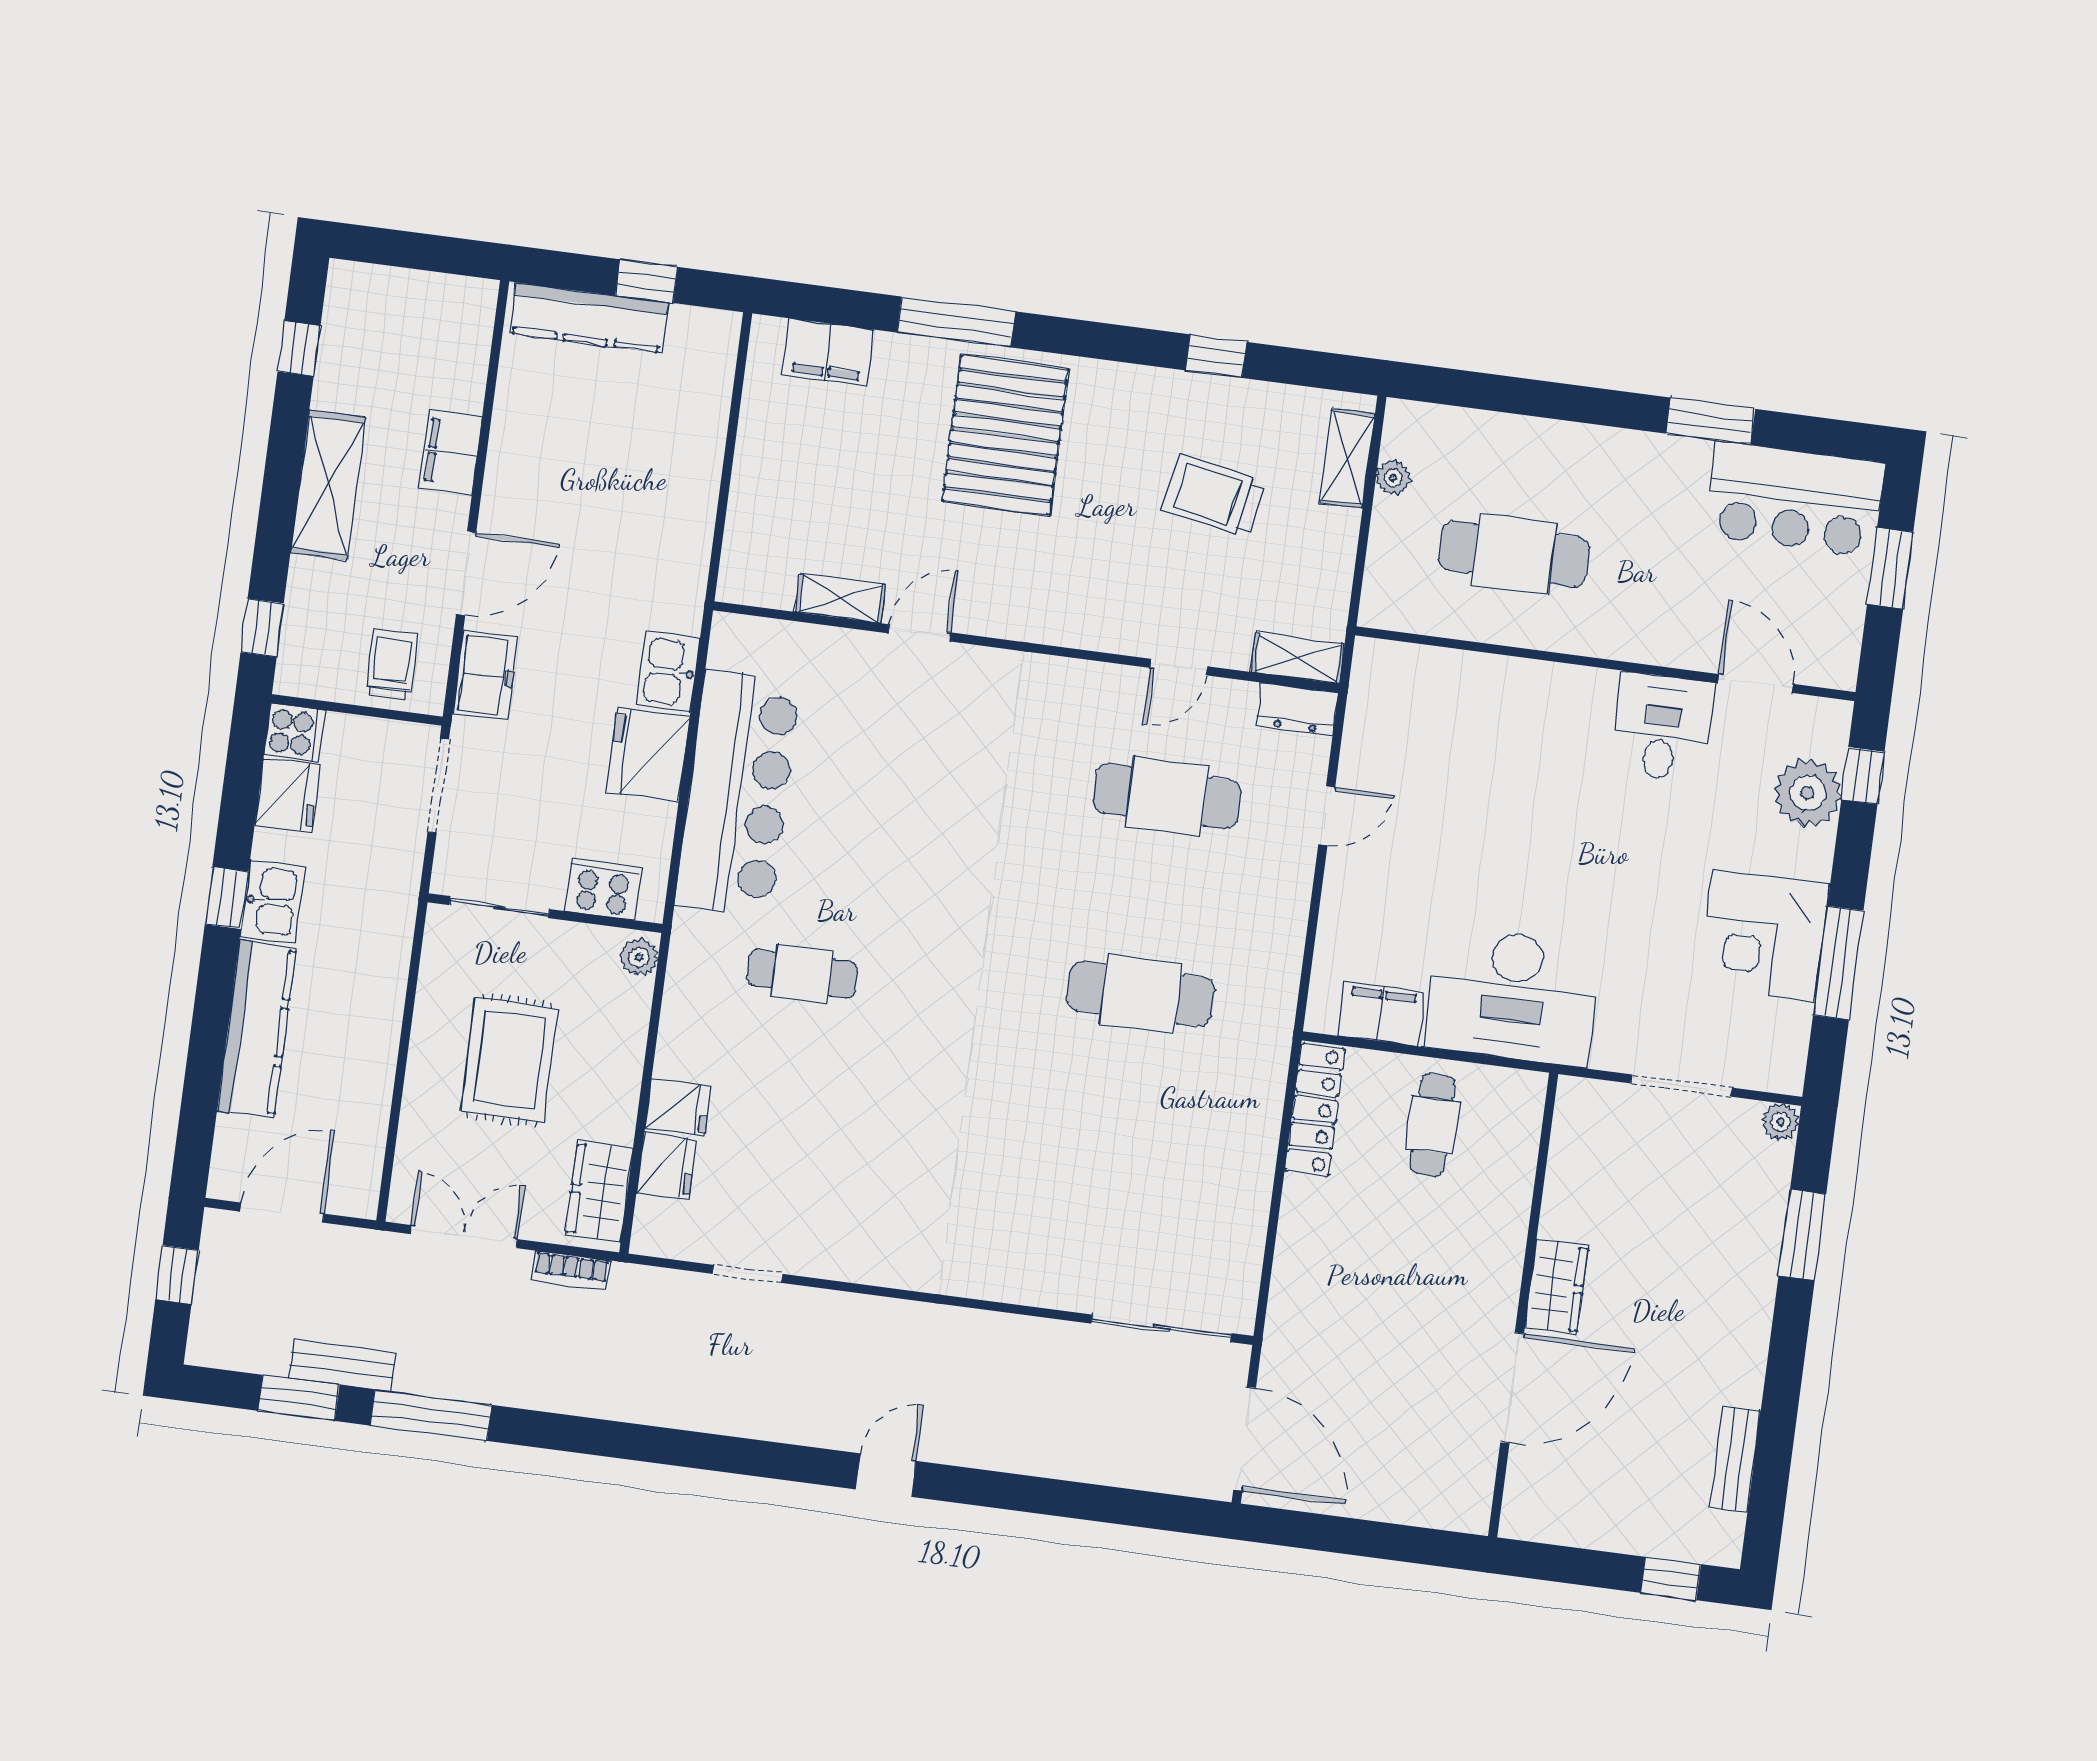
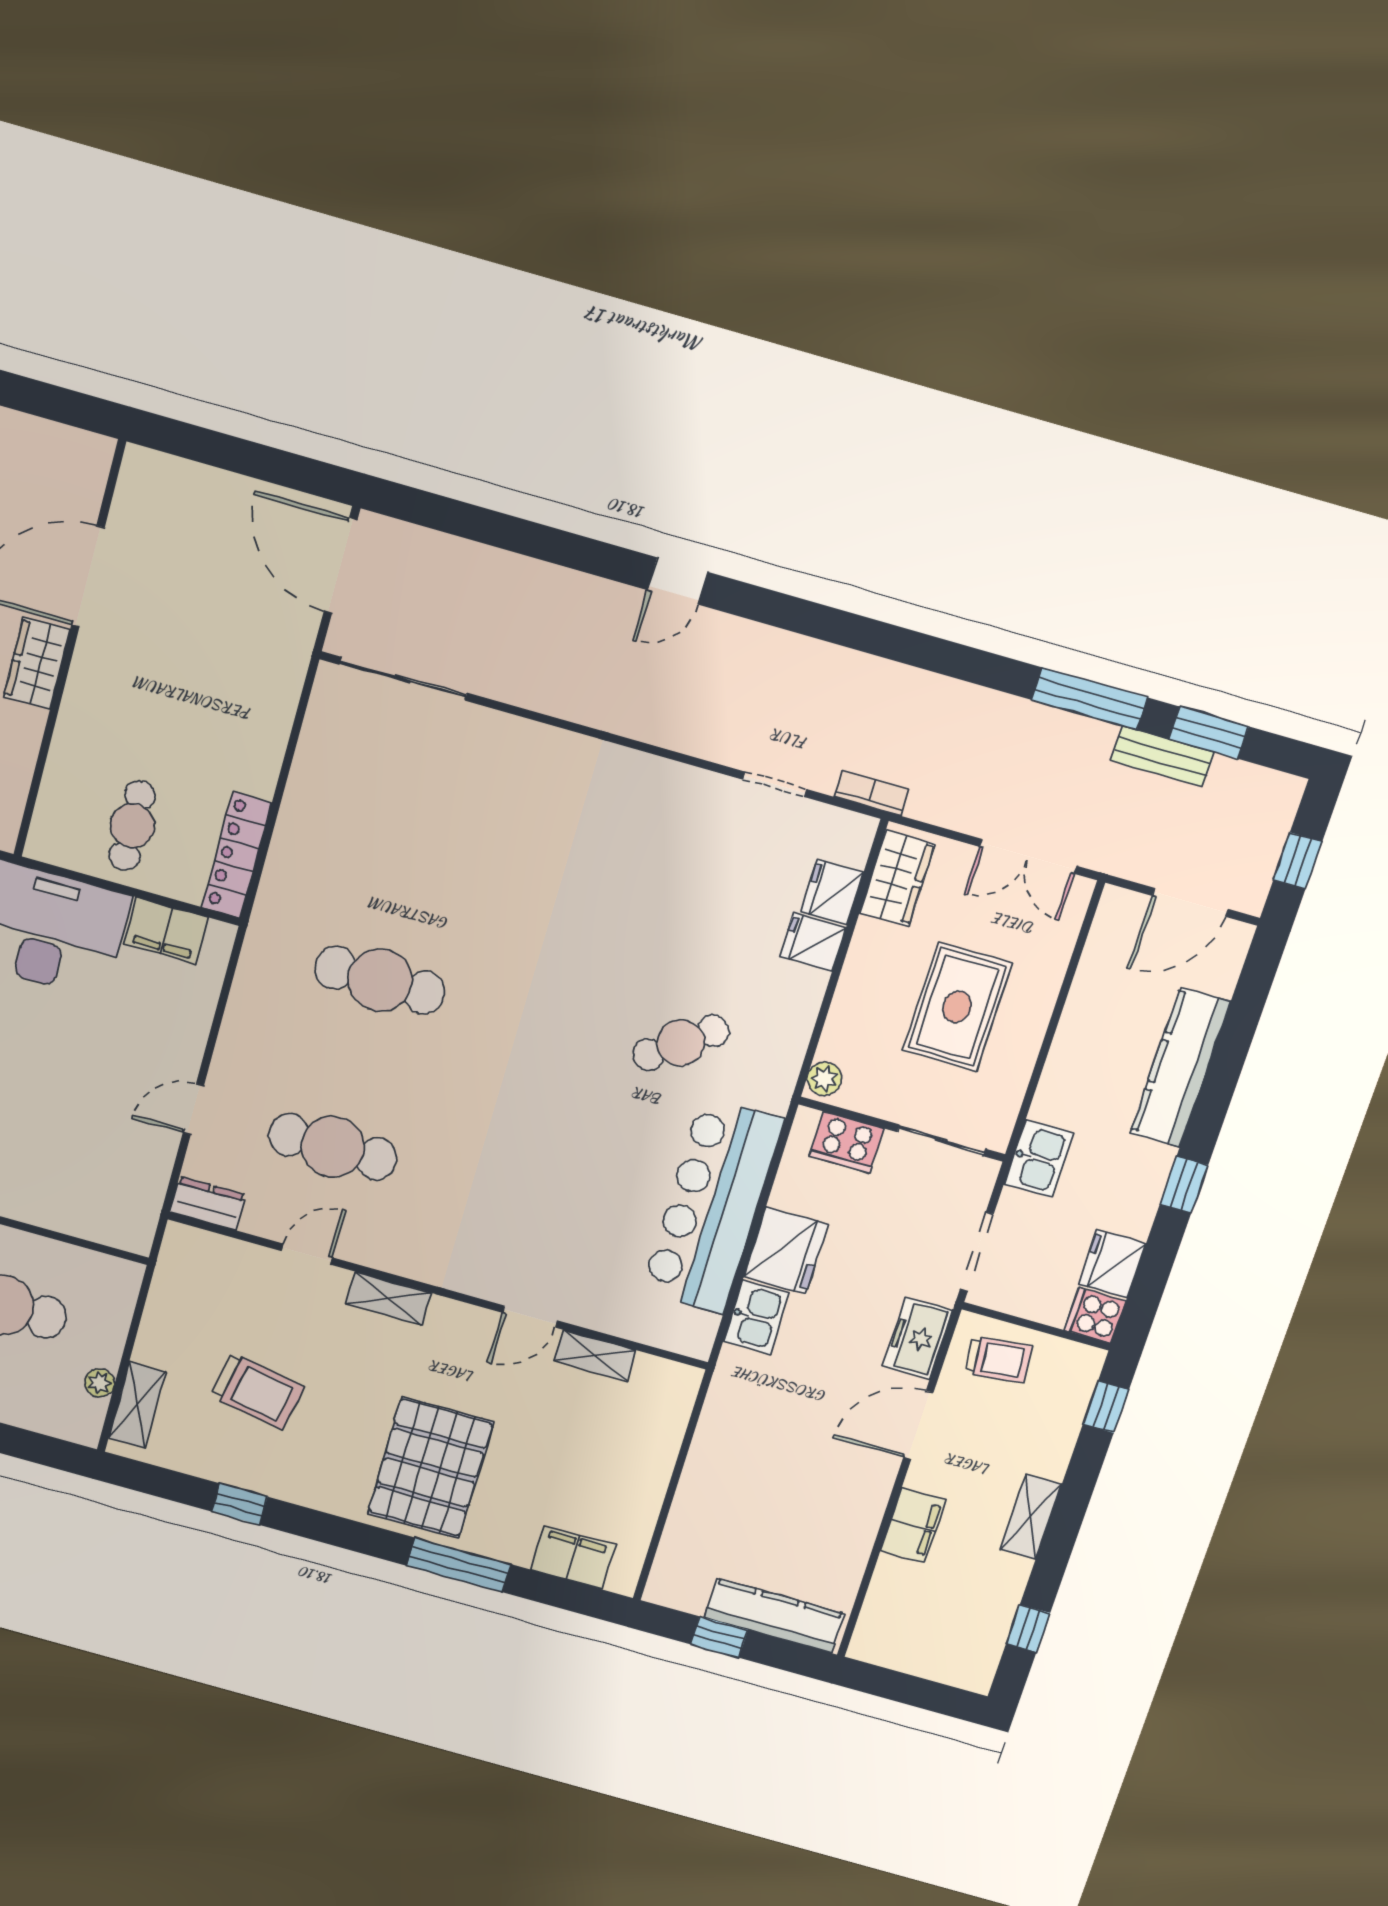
shelving: (328, 485) -> (1031, 1517), width x0.67, depth x0.75
shelving: (1298, 658) -> (388, 1299), moved
trolley: (391, 664) -> (998, 1360), turned -96
kitchen sink: (273, 902) -> (1039, 1159), moved, turned 180
cafe table: (802, 974) -> (681, 1043), turned -37
bookcase: (571, 1271) -> (872, 793), moved

